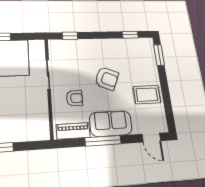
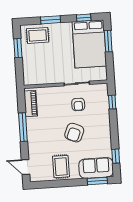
armchair: (74, 98) -> (78, 104), moved
sofa: (111, 124) -> (96, 168), moved, turned -90
door: (151, 138) -> (26, 167), hinge flipped

